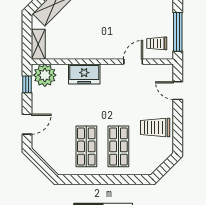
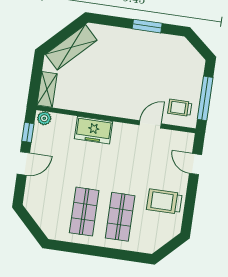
plant: (45, 75) -> (44, 118), width x0.53, depth x0.53
door: (27, 124) -> (23, 163), moved

